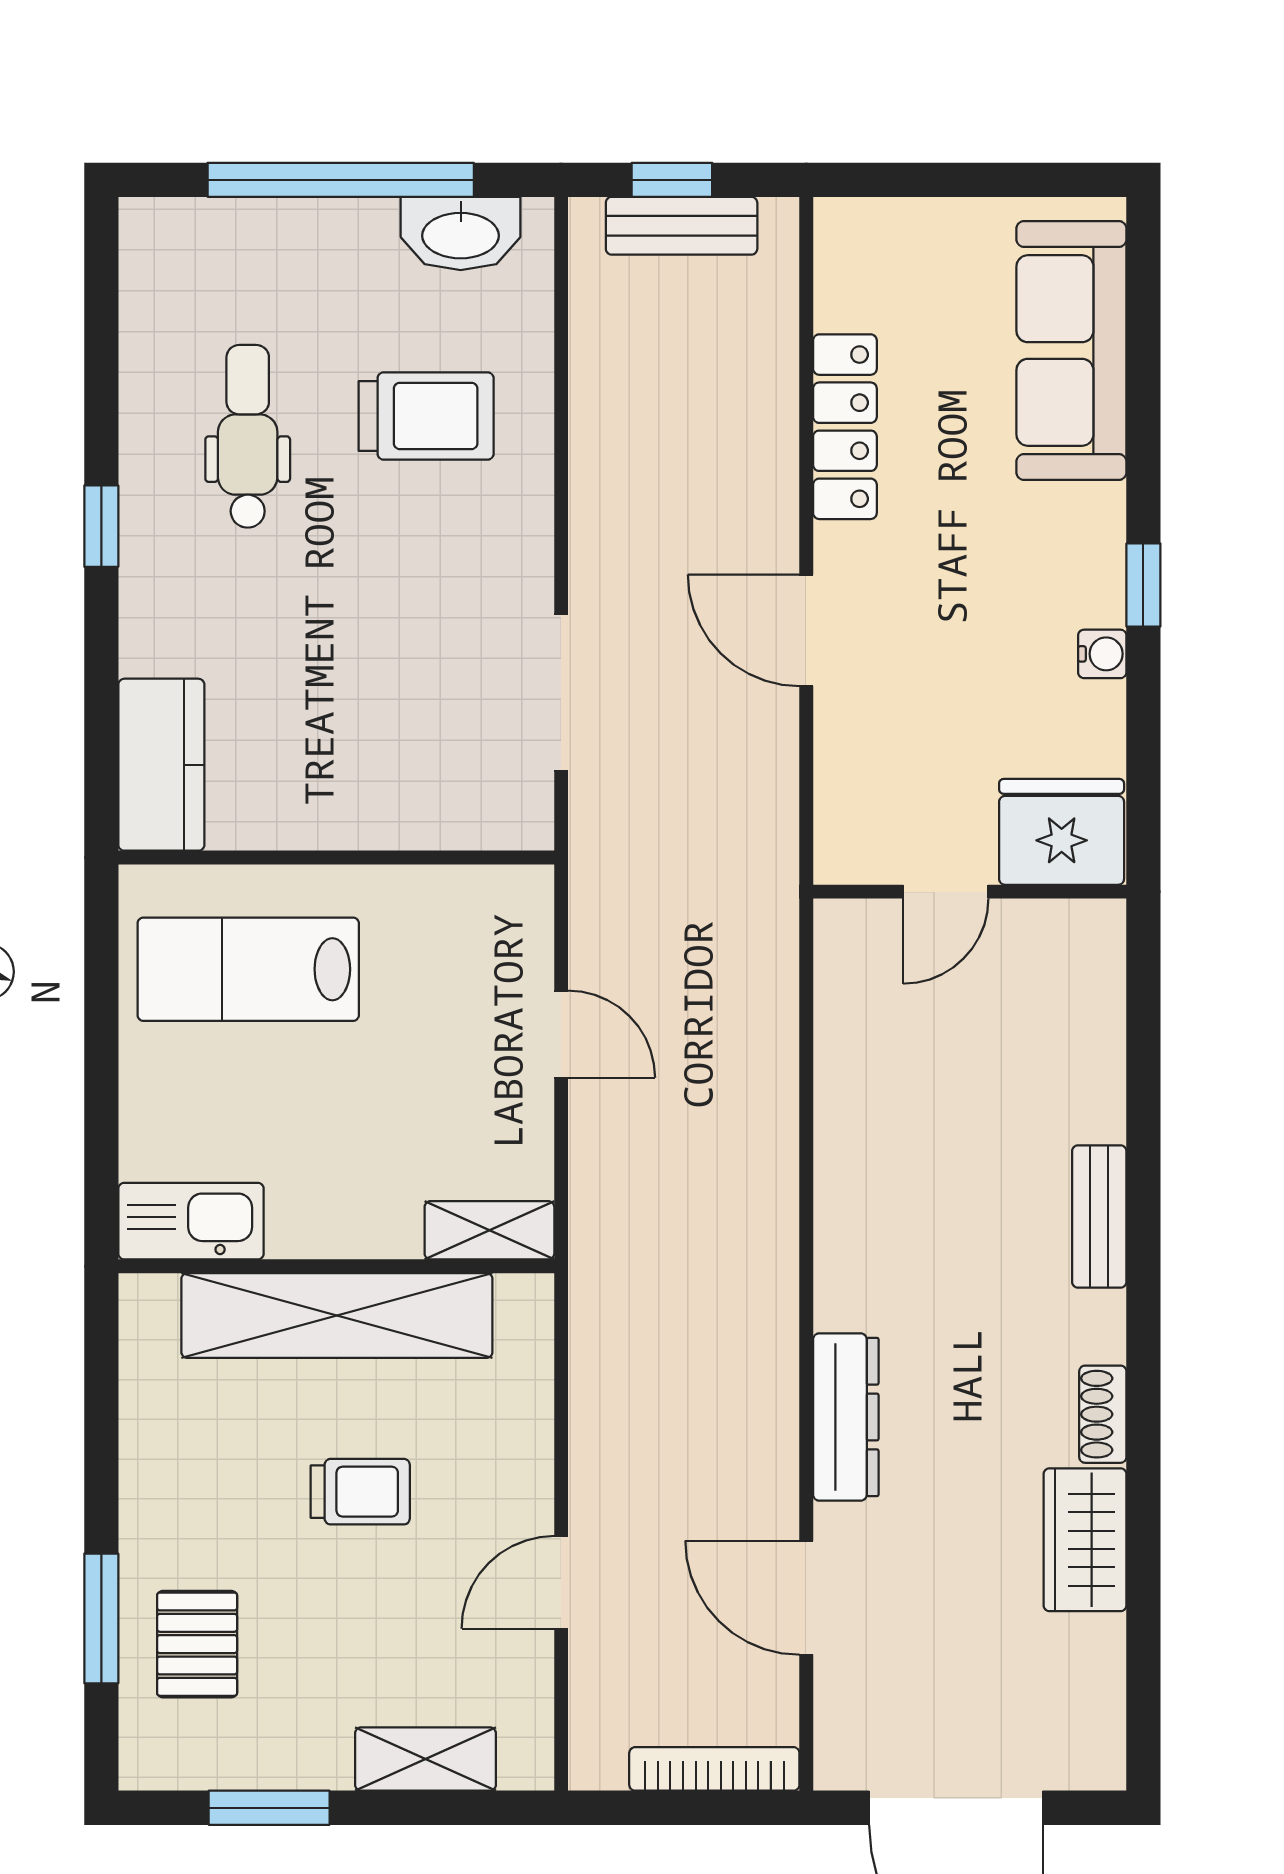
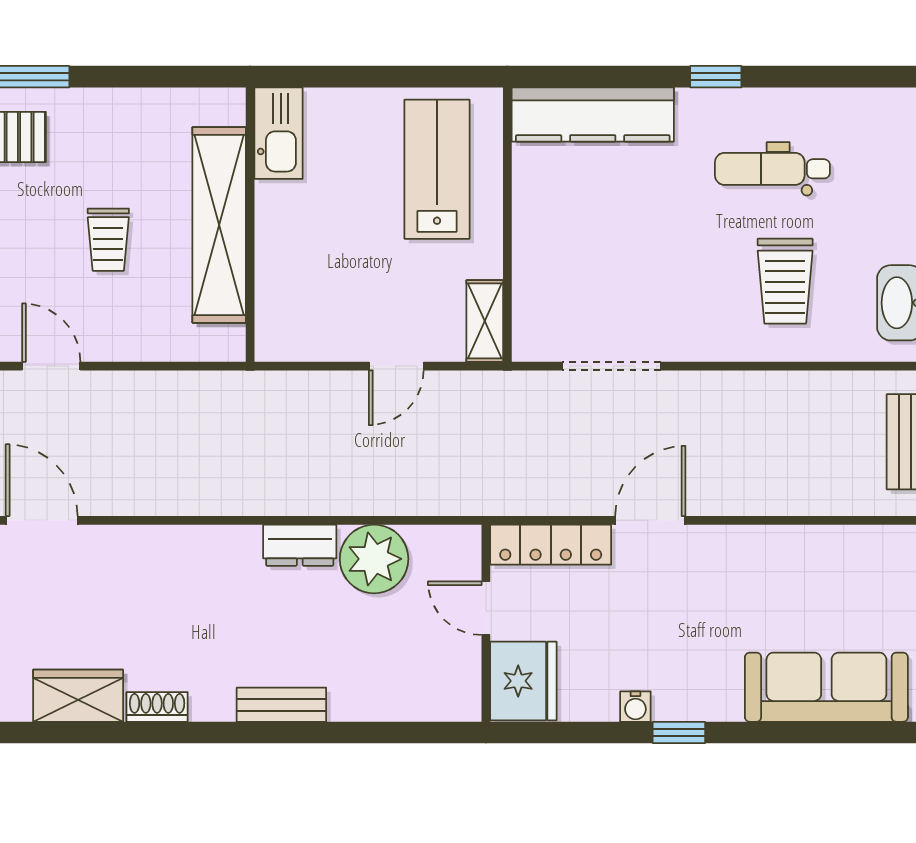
locker: (845, 427) -> (551, 545), moved
dental chair: (248, 436) -> (772, 169), turned 180
kitchen counter: (161, 765) -> (593, 114), width x1.50
plant: (868, 1069) -> (374, 559), added
shelving: (489, 1230) -> (485, 321), moved
dresser: (846, 1417) -> (300, 545), moved, width x0.70
door: (806, 1598) -> (42, 520), hinge flipped

